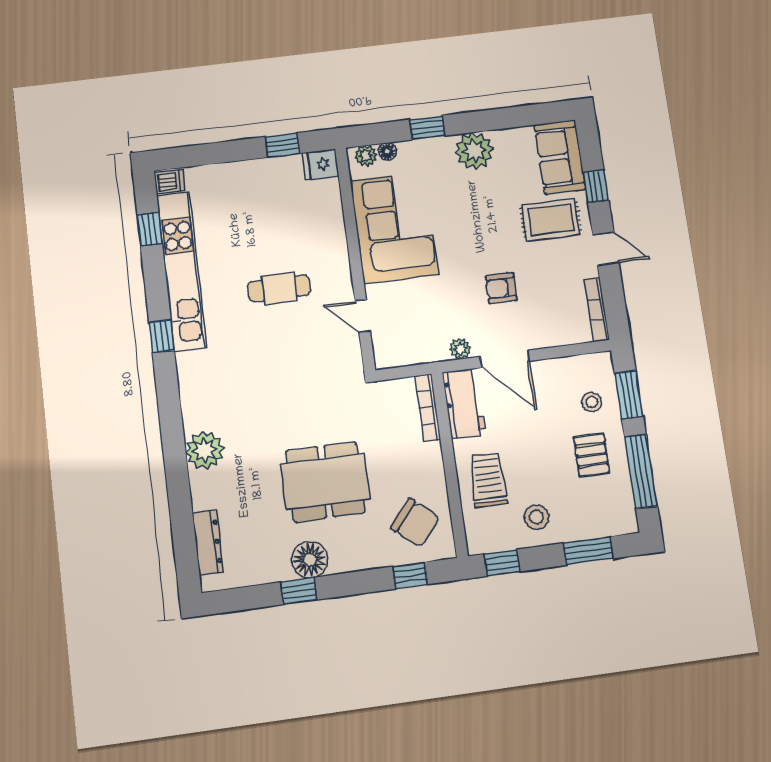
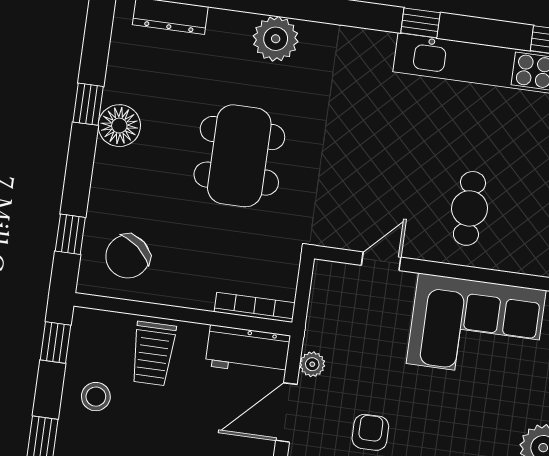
cafe table: (279, 288) -> (469, 208), moved
trolley: (488, 480) -> (153, 354), turned 90
dining table: (325, 482) -> (239, 156), moved

